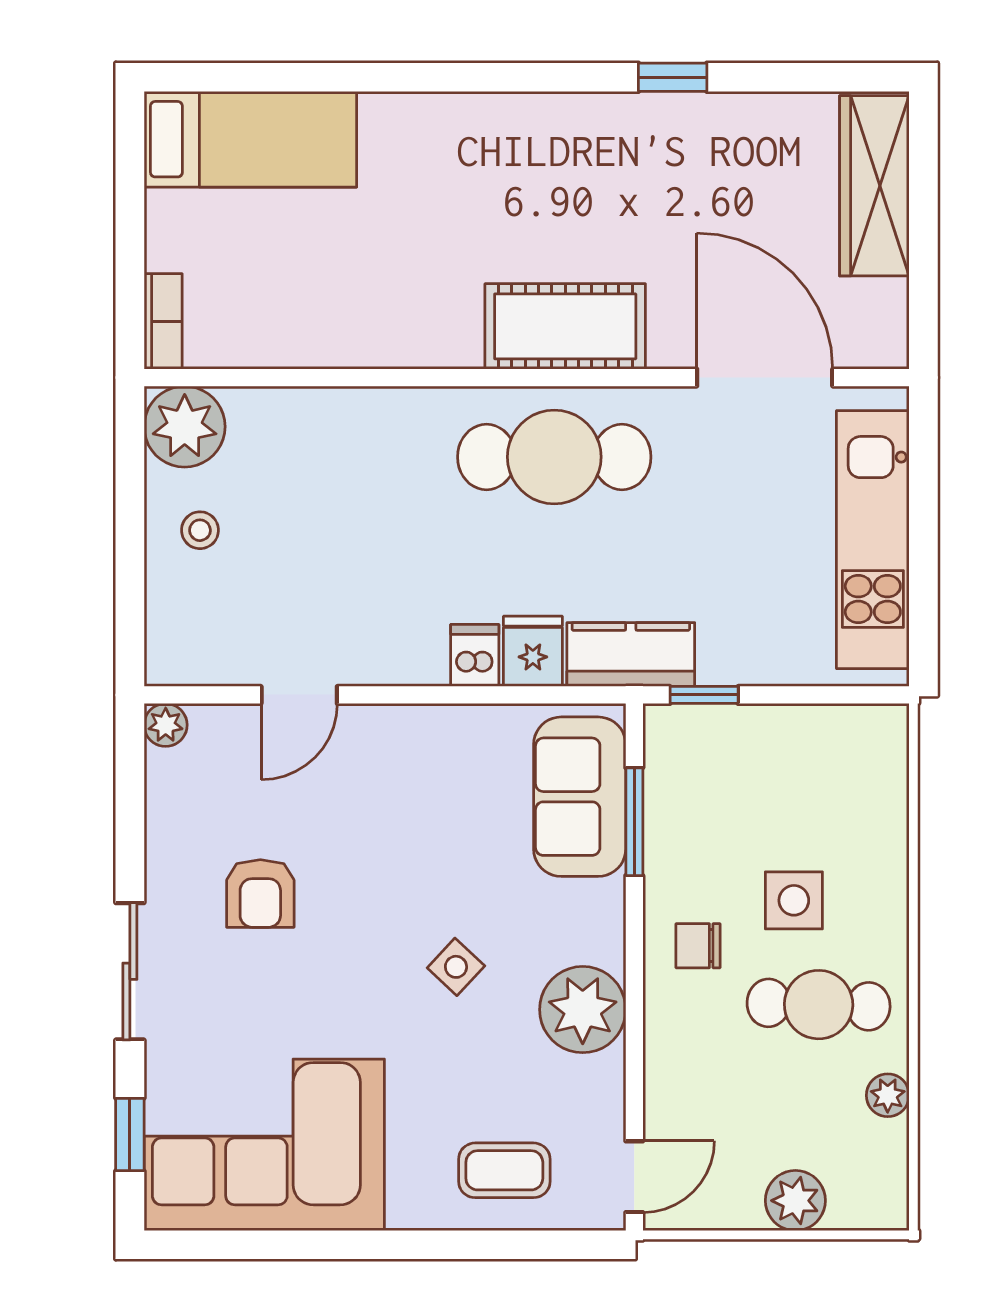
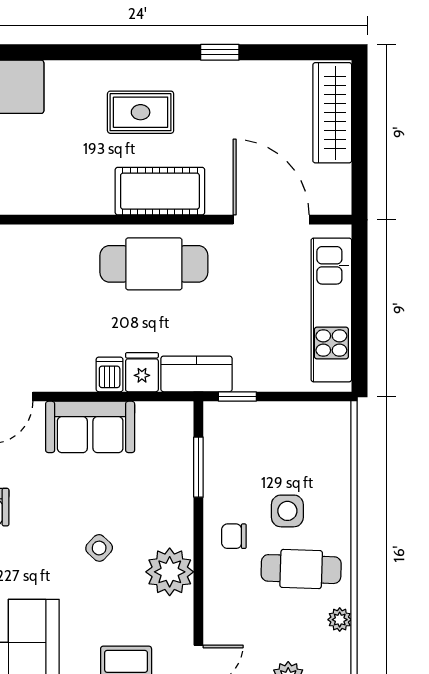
rug: (530, 185) -> (141, 112), added
sofa: (580, 797) -> (90, 427), moved, turned -90

